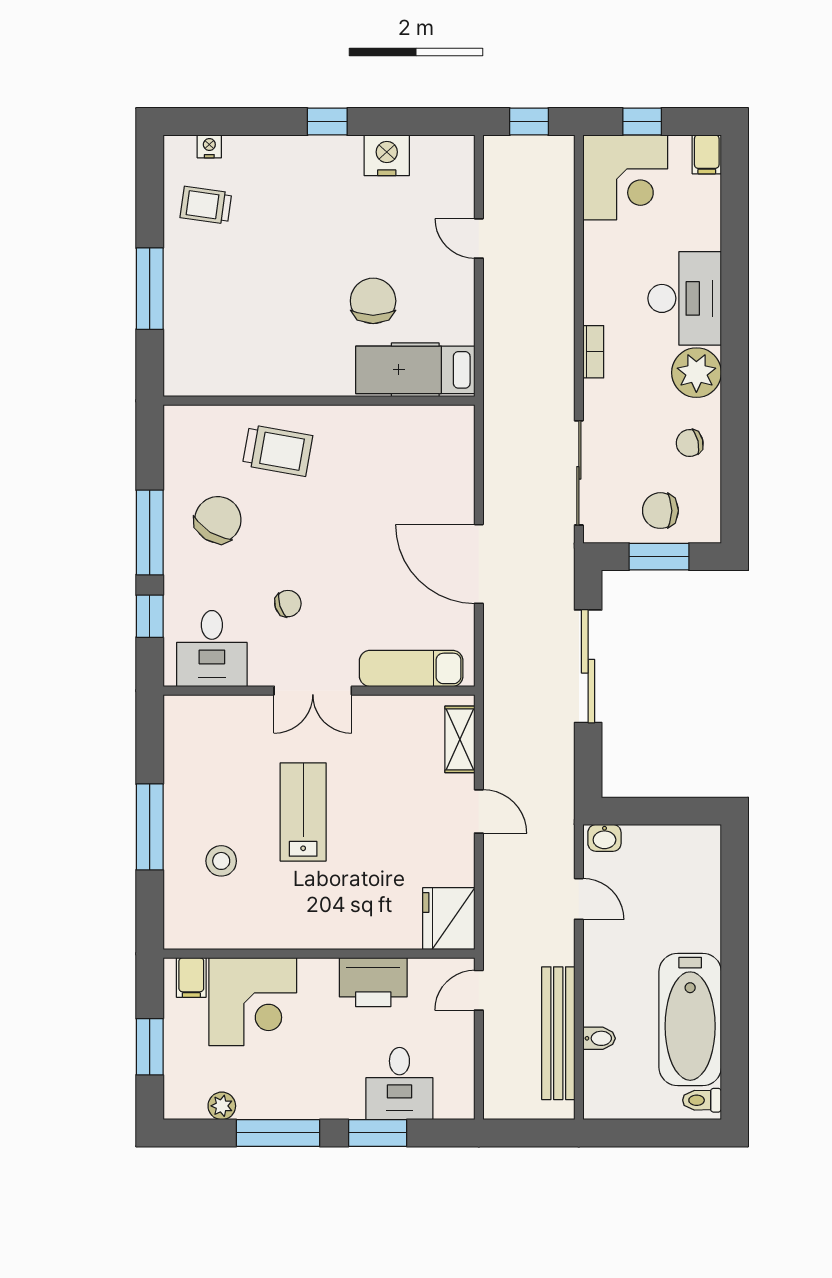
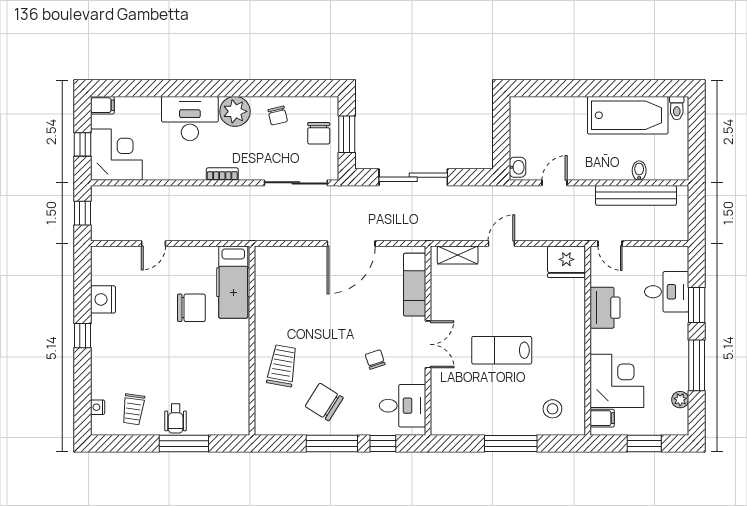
wheelchair: (191, 275) -> (176, 419), added
chair: (373, 301) -> (191, 308), turned 180
stool: (221, 861) -> (552, 409), moved

